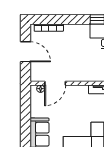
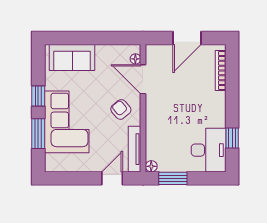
armchair: (77, 99) -> (121, 109), added

